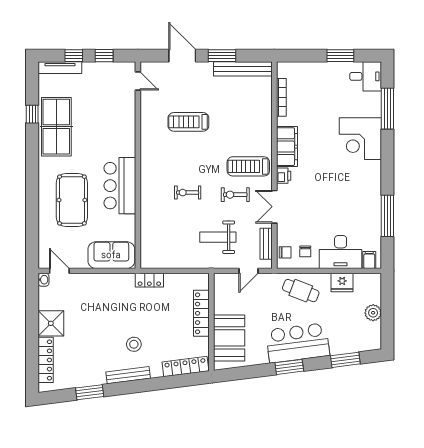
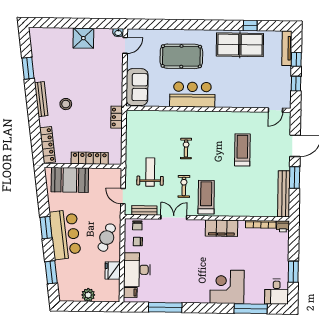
printer: (284, 176) -> (283, 226), moved
locker: (46, 360) -> (54, 34), removed

